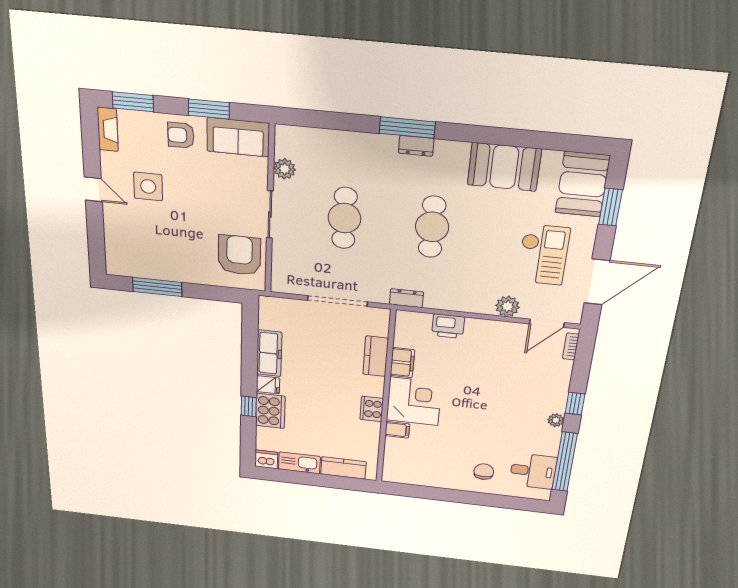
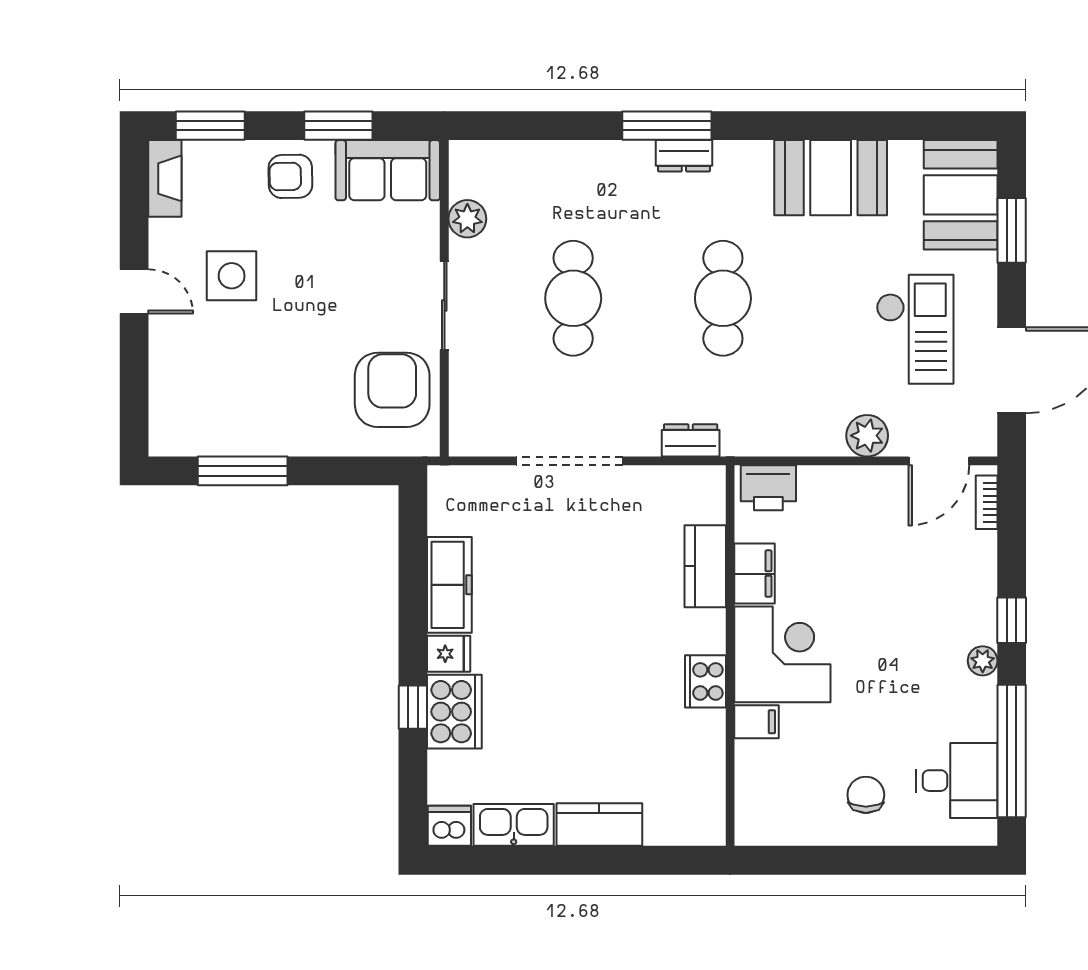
kitchen counter: (376, 356) -> (705, 566), moved
filing cabinet: (402, 363) -> (754, 574), moved
wall: (386, 399) -> (730, 656), moved
corner desk: (414, 401) -> (782, 654), moved
cooker: (372, 409) -> (705, 681), moved
filing cabinet: (397, 430) -> (756, 722), moved

